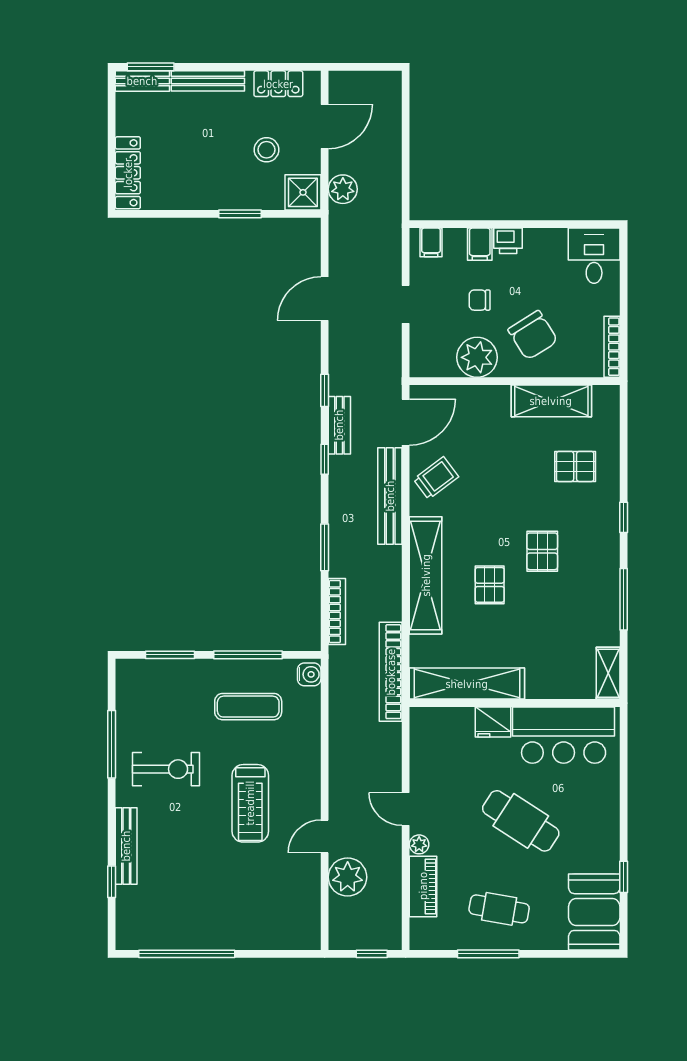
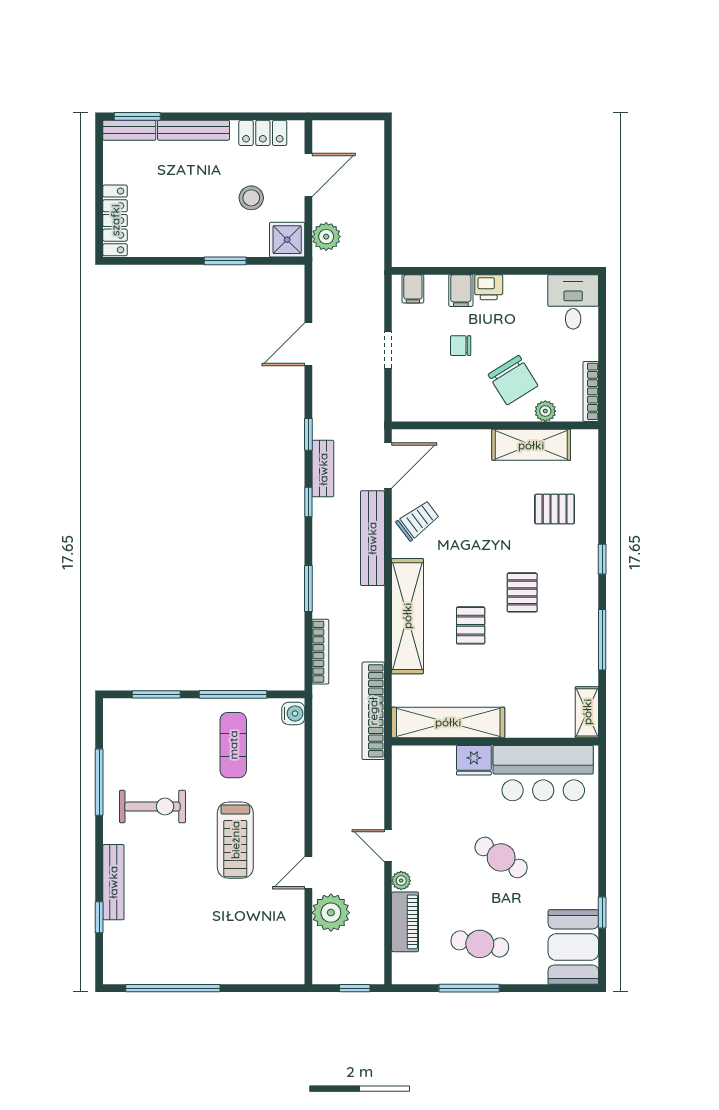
plant: (477, 357) -> (545, 411), moved, width x0.53, depth x0.53
exercise mat: (248, 707) -> (233, 745), turned 90
cafe table: (521, 821) -> (501, 857), width x0.73, depth x0.74

